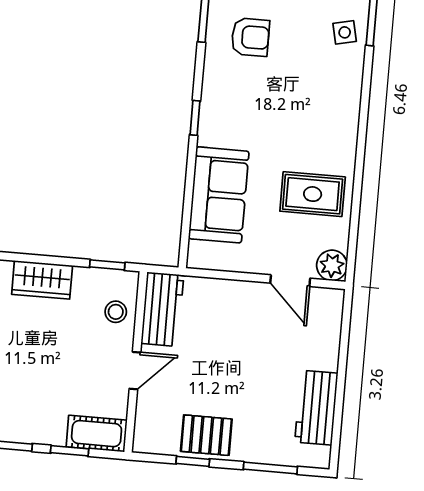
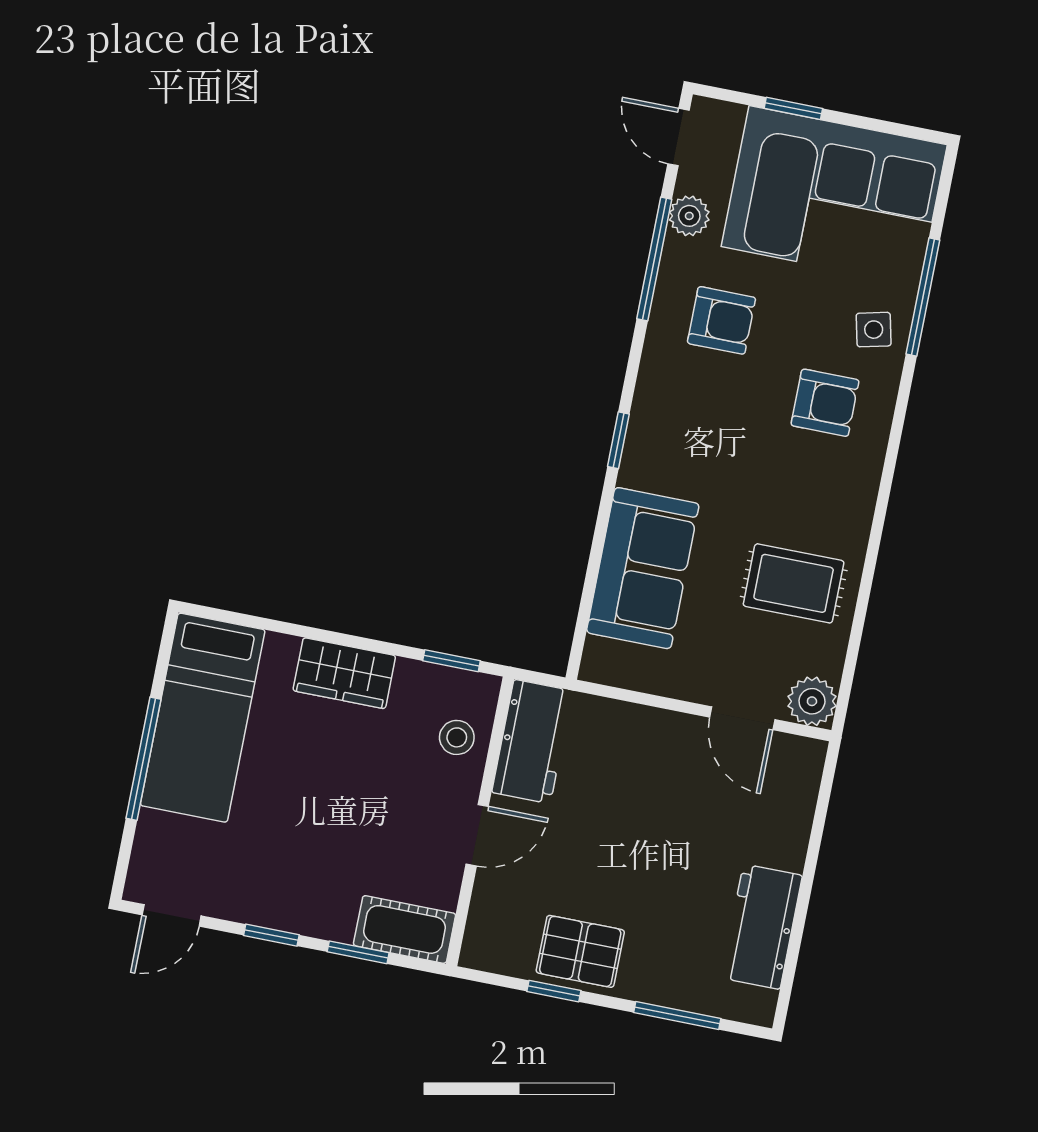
armchair: (320, 81) -> (825, 403), added

